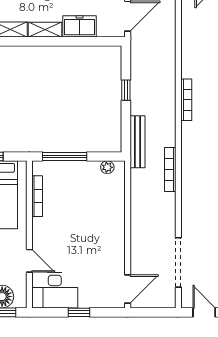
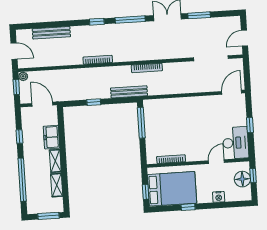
window: (65, 156) -> (141, 123), moved
plant: (107, 167) -> (148, 112), removed
door: (128, 289) -> (232, 92), hinge flipped

